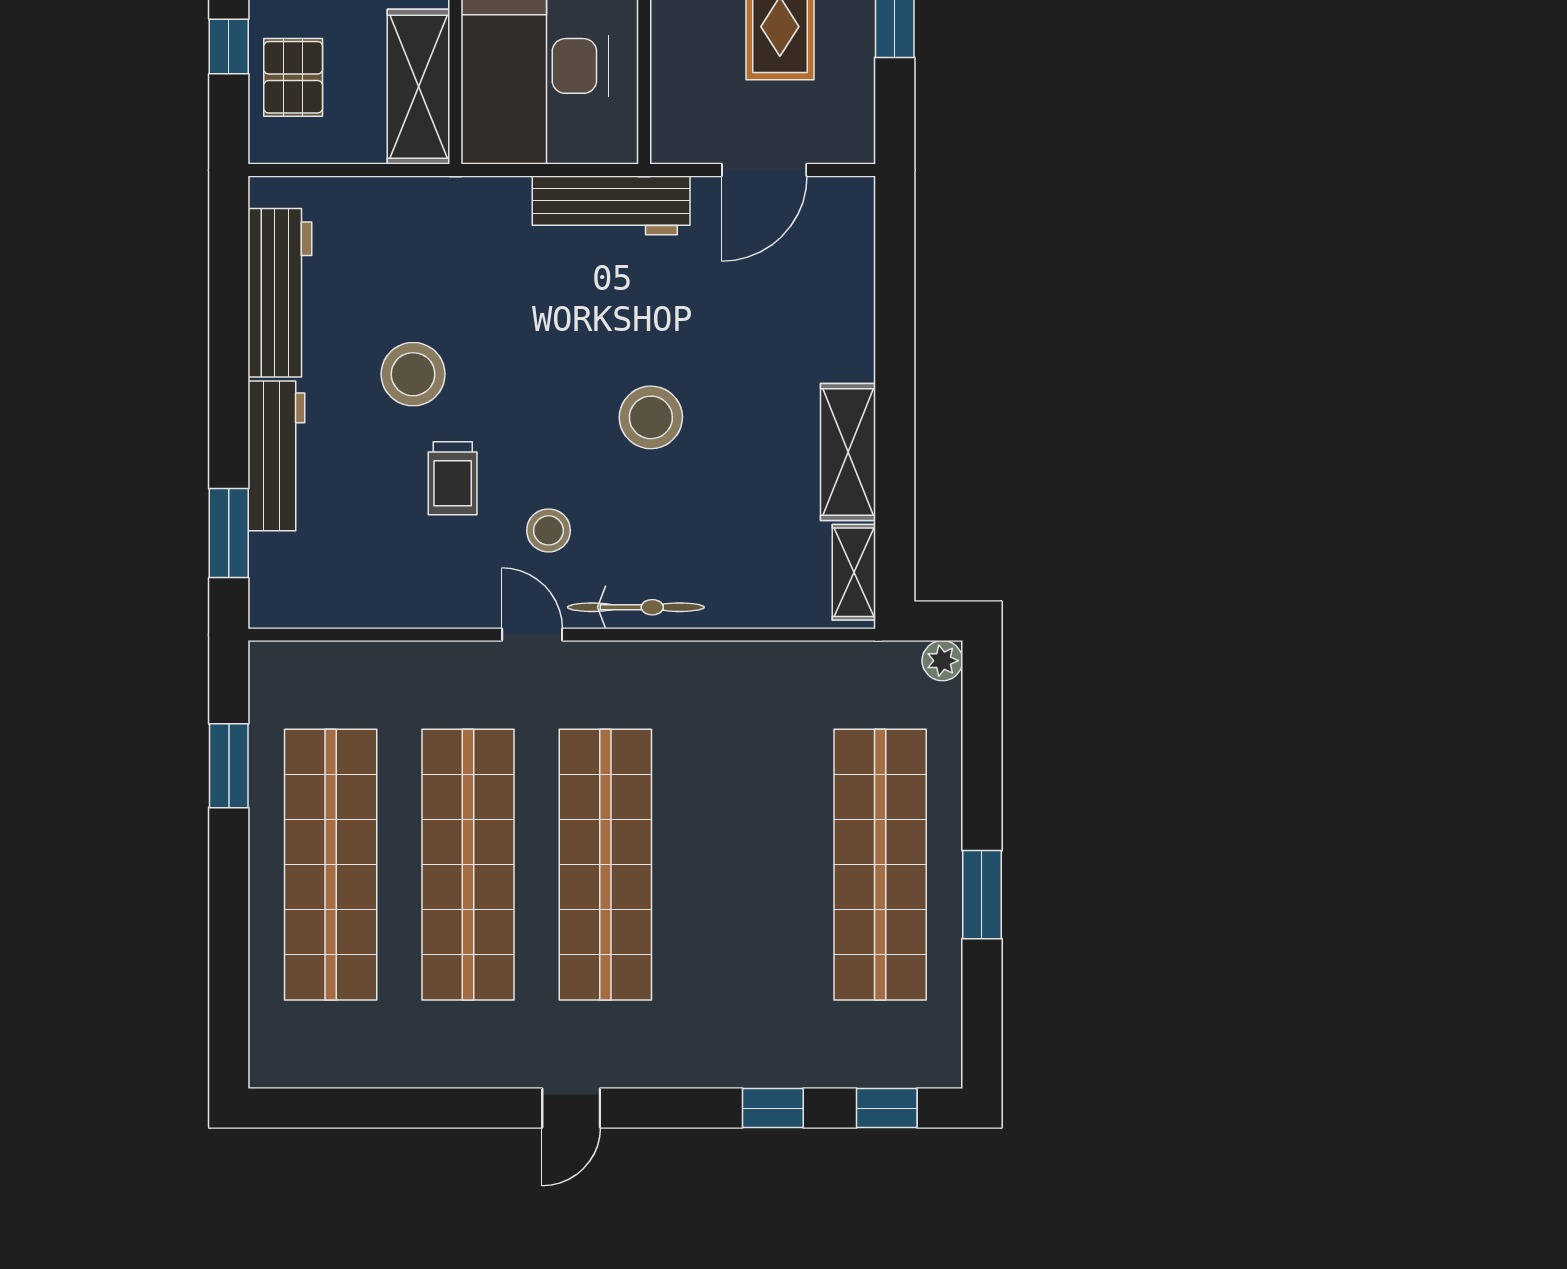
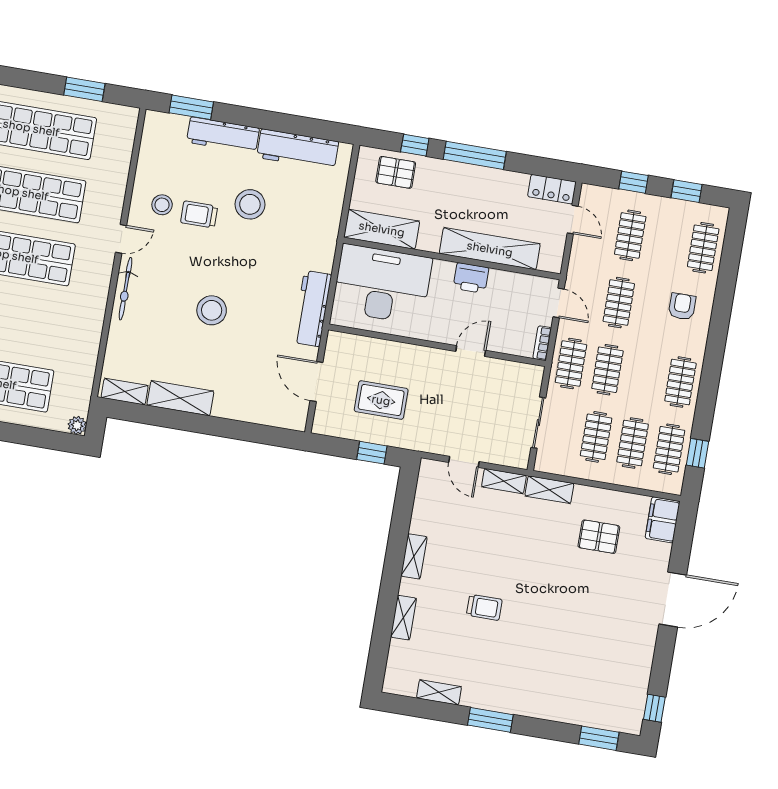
stool: (548, 530) -> (162, 205), moved

